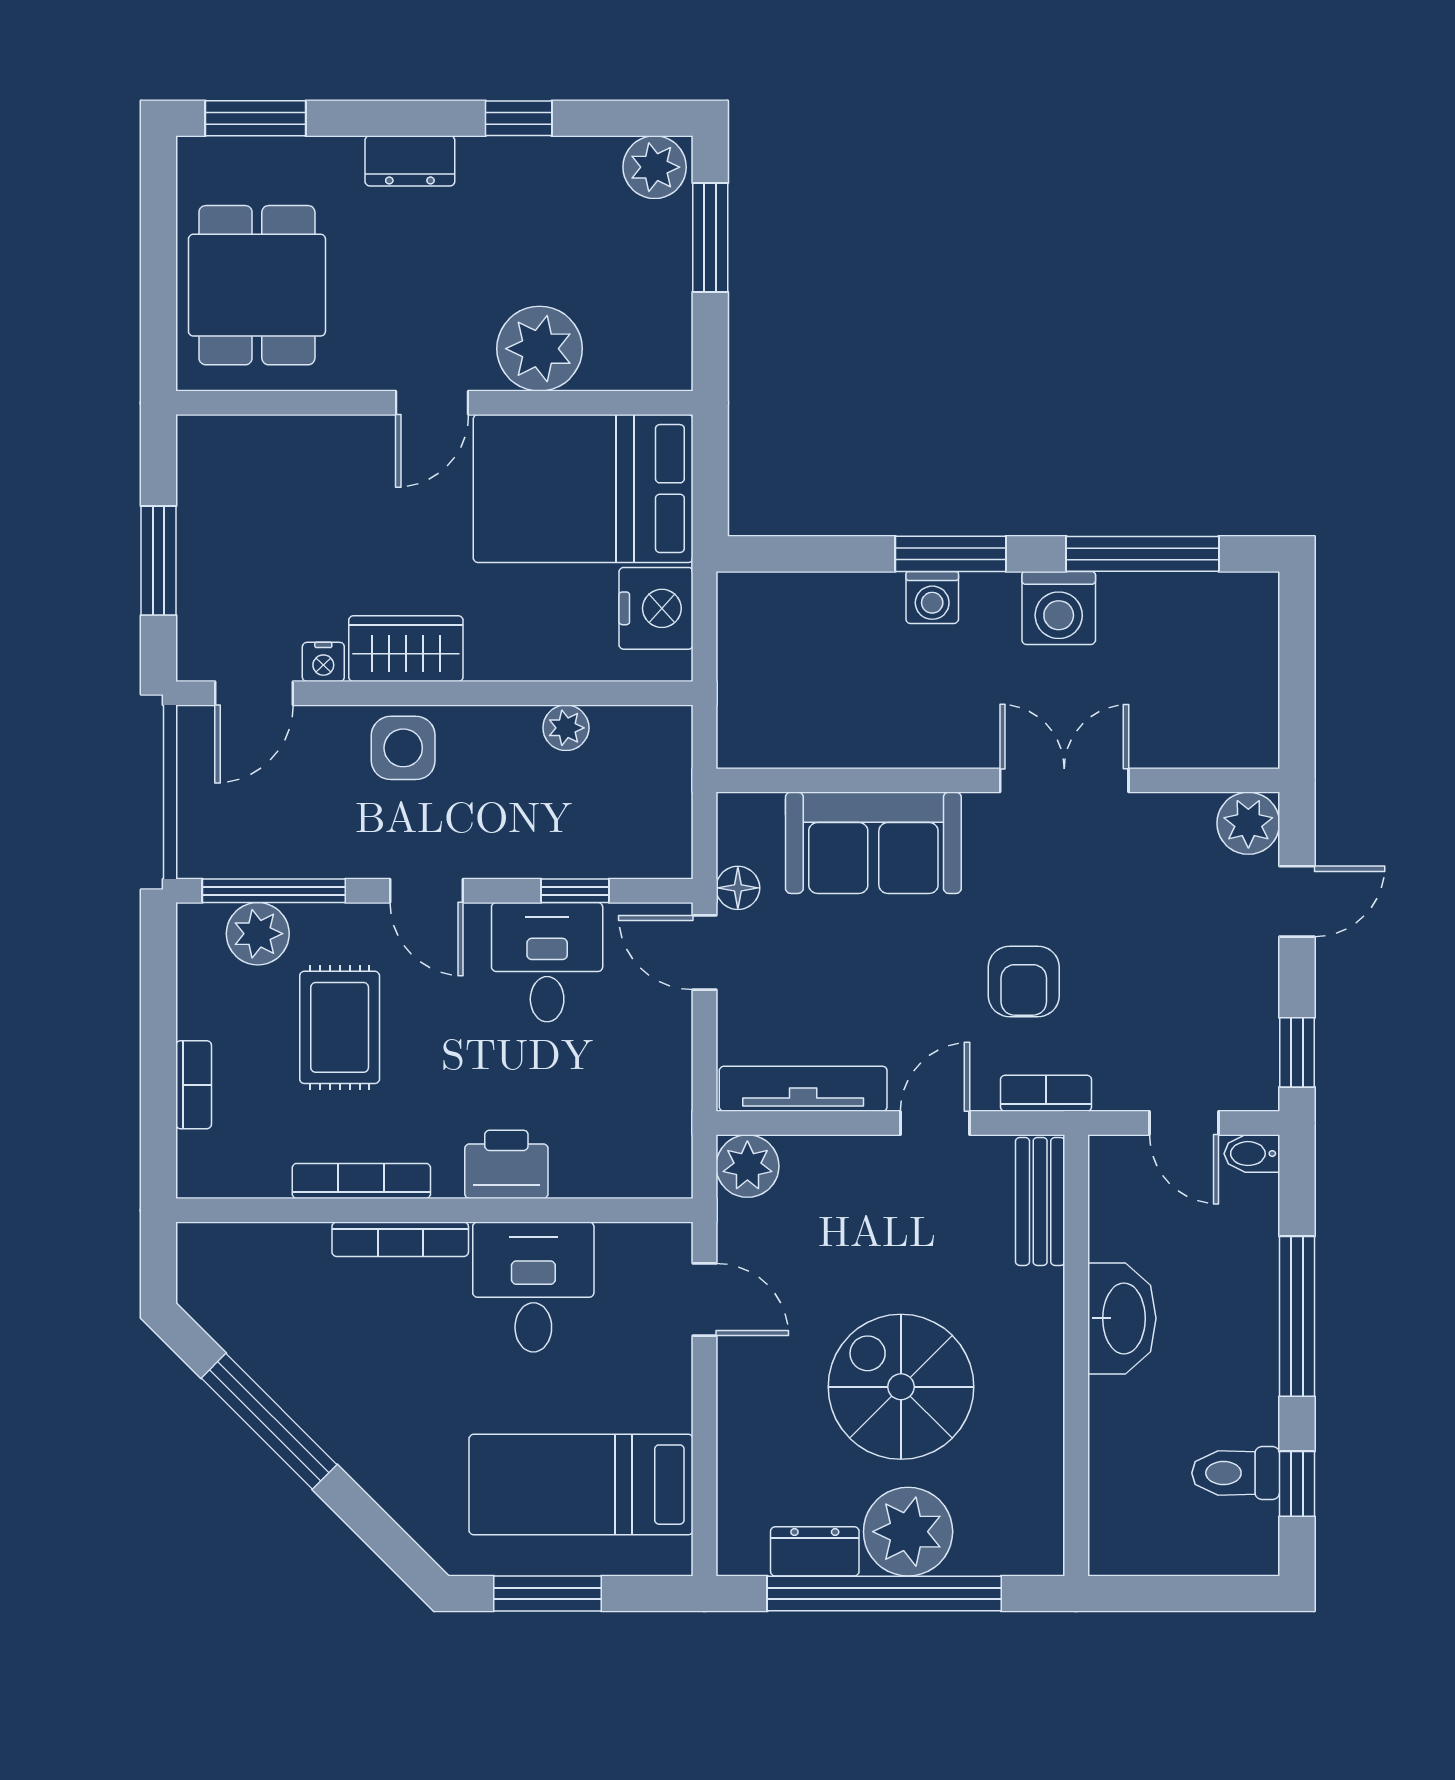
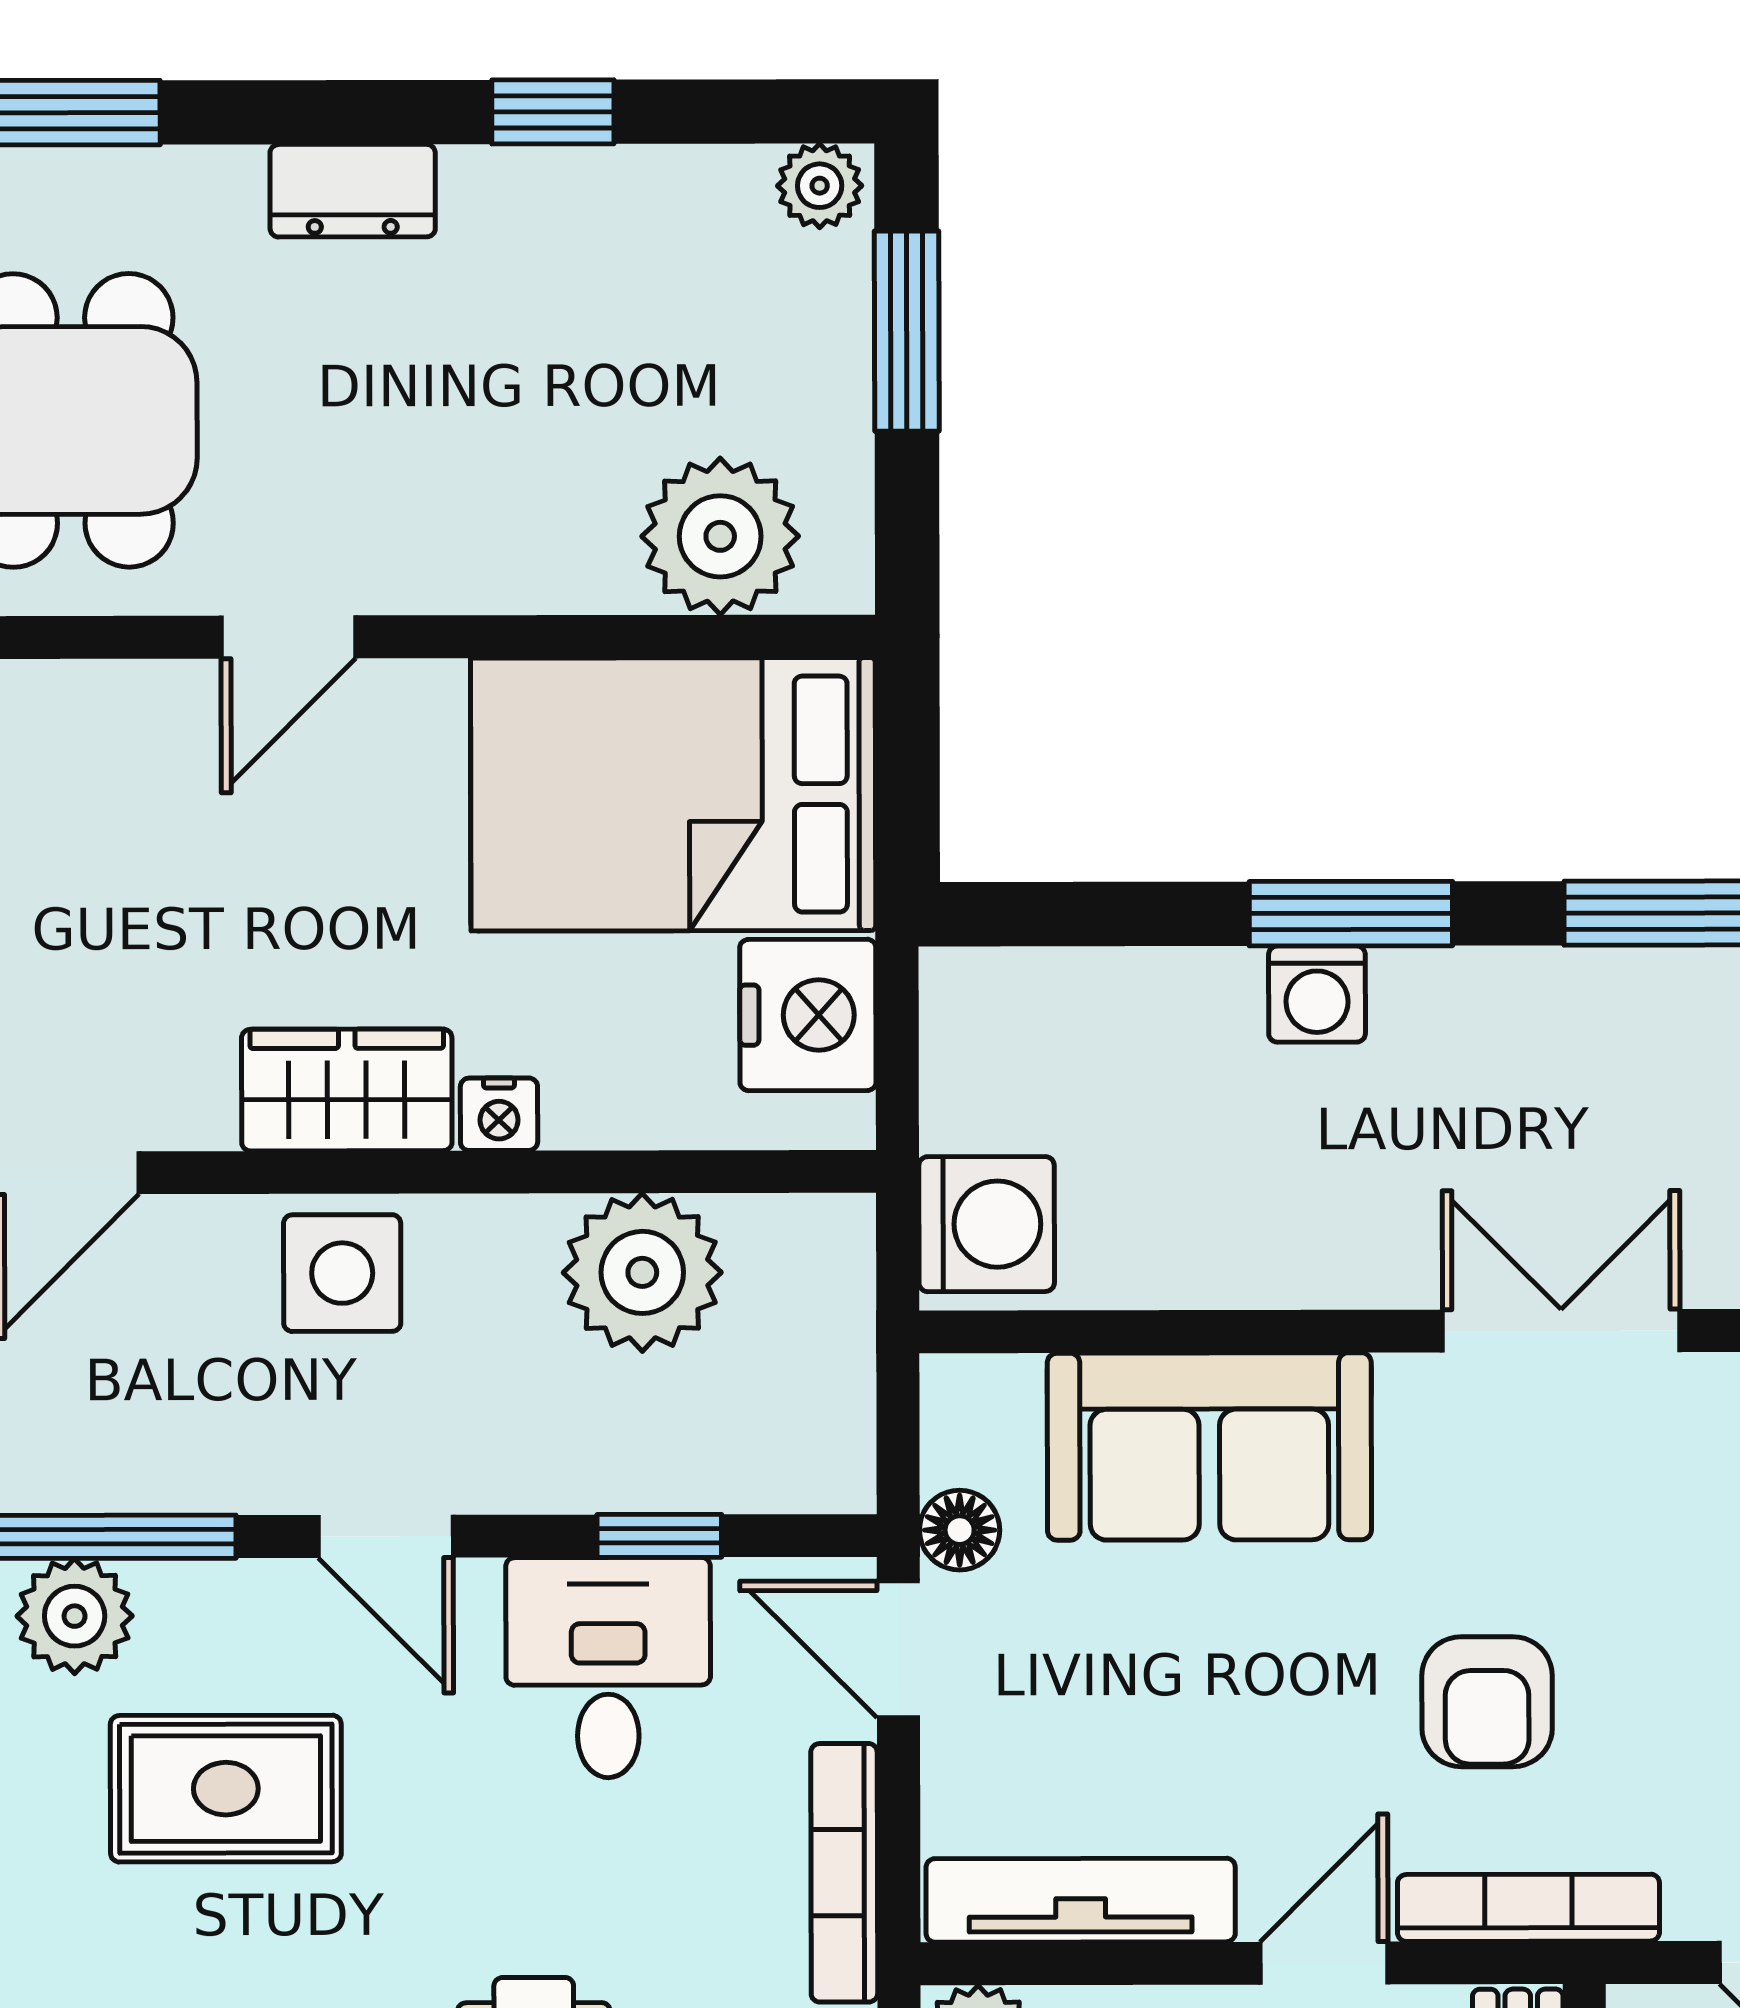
plant: (655, 167) -> (820, 186), width x0.73, depth x0.73
plant: (540, 349) -> (720, 536), moved
door: (432, 403) -> (288, 637), moved
washing machine: (1059, 608) -> (987, 1224), moved, turned -90
nightstand: (323, 662) -> (499, 1114), moved
plant: (566, 728) -> (642, 1272), width x1.88, depth x1.88
rug: (340, 1027) -> (226, 1789), turned 90
bookcase: (675, 1074) -> (844, 1873), added
bookcase: (1046, 1093) -> (1528, 1908), width x1.56

